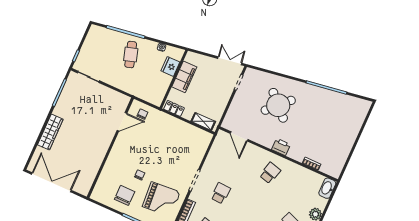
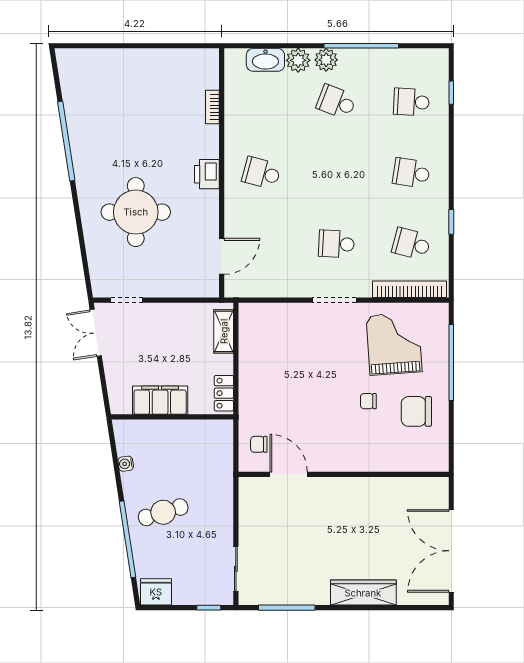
fridge: (170, 66) -> (156, 592), moved, turned 180
round table: (278, 105) -> (136, 212), turned 45
washbasin: (327, 188) -> (265, 60), moved

